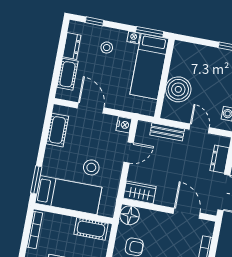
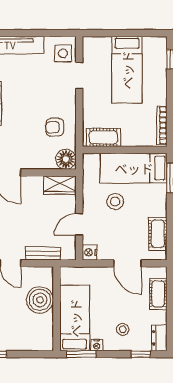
dresser: (72, 46) -> (159, 338), moved

